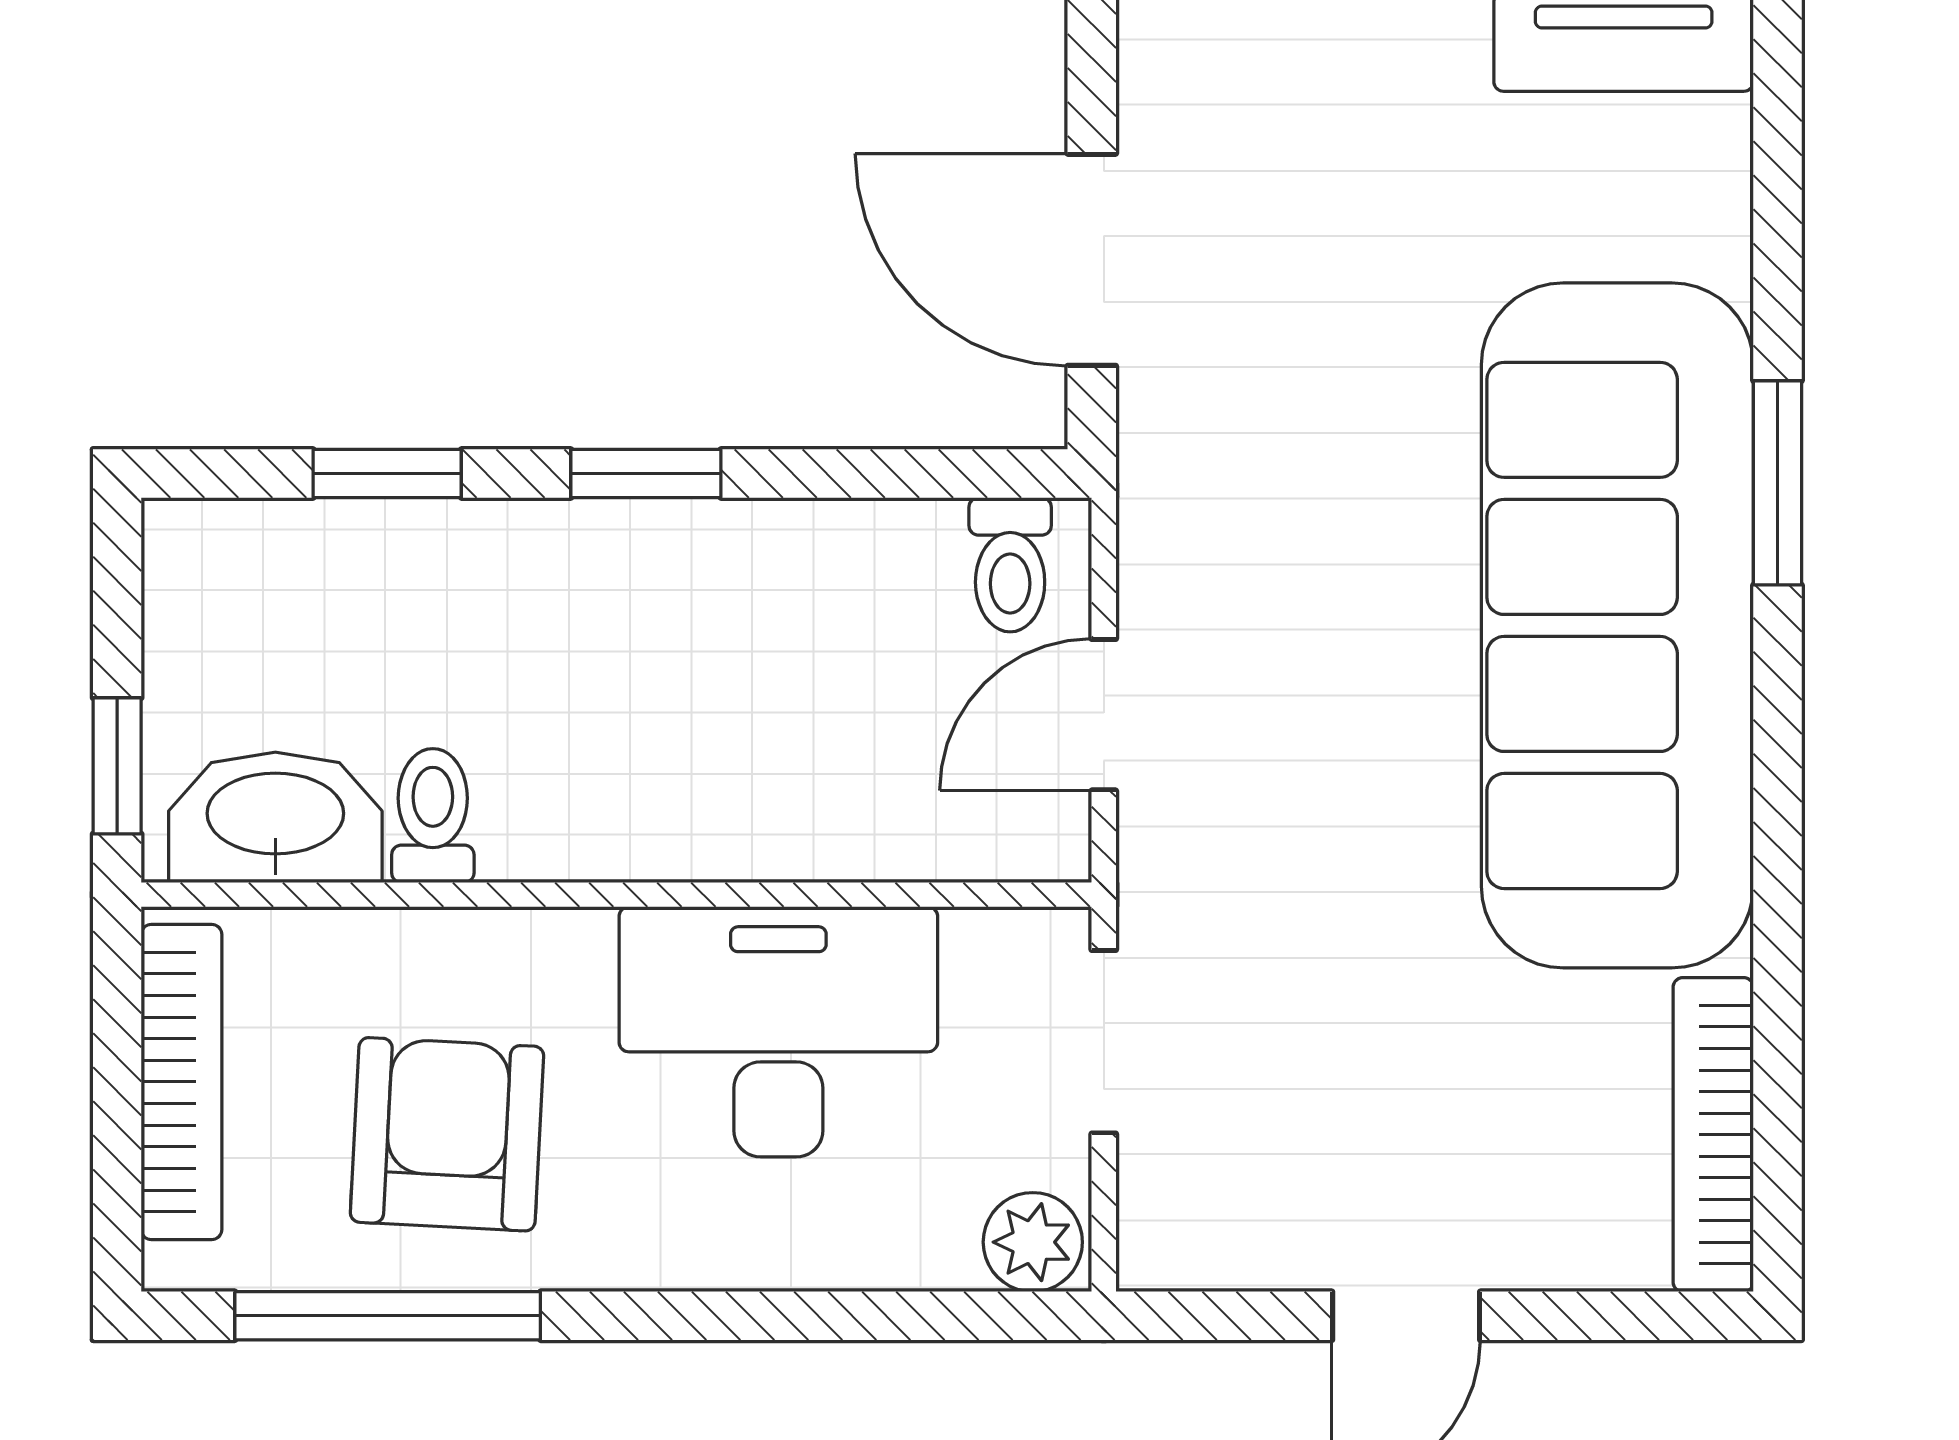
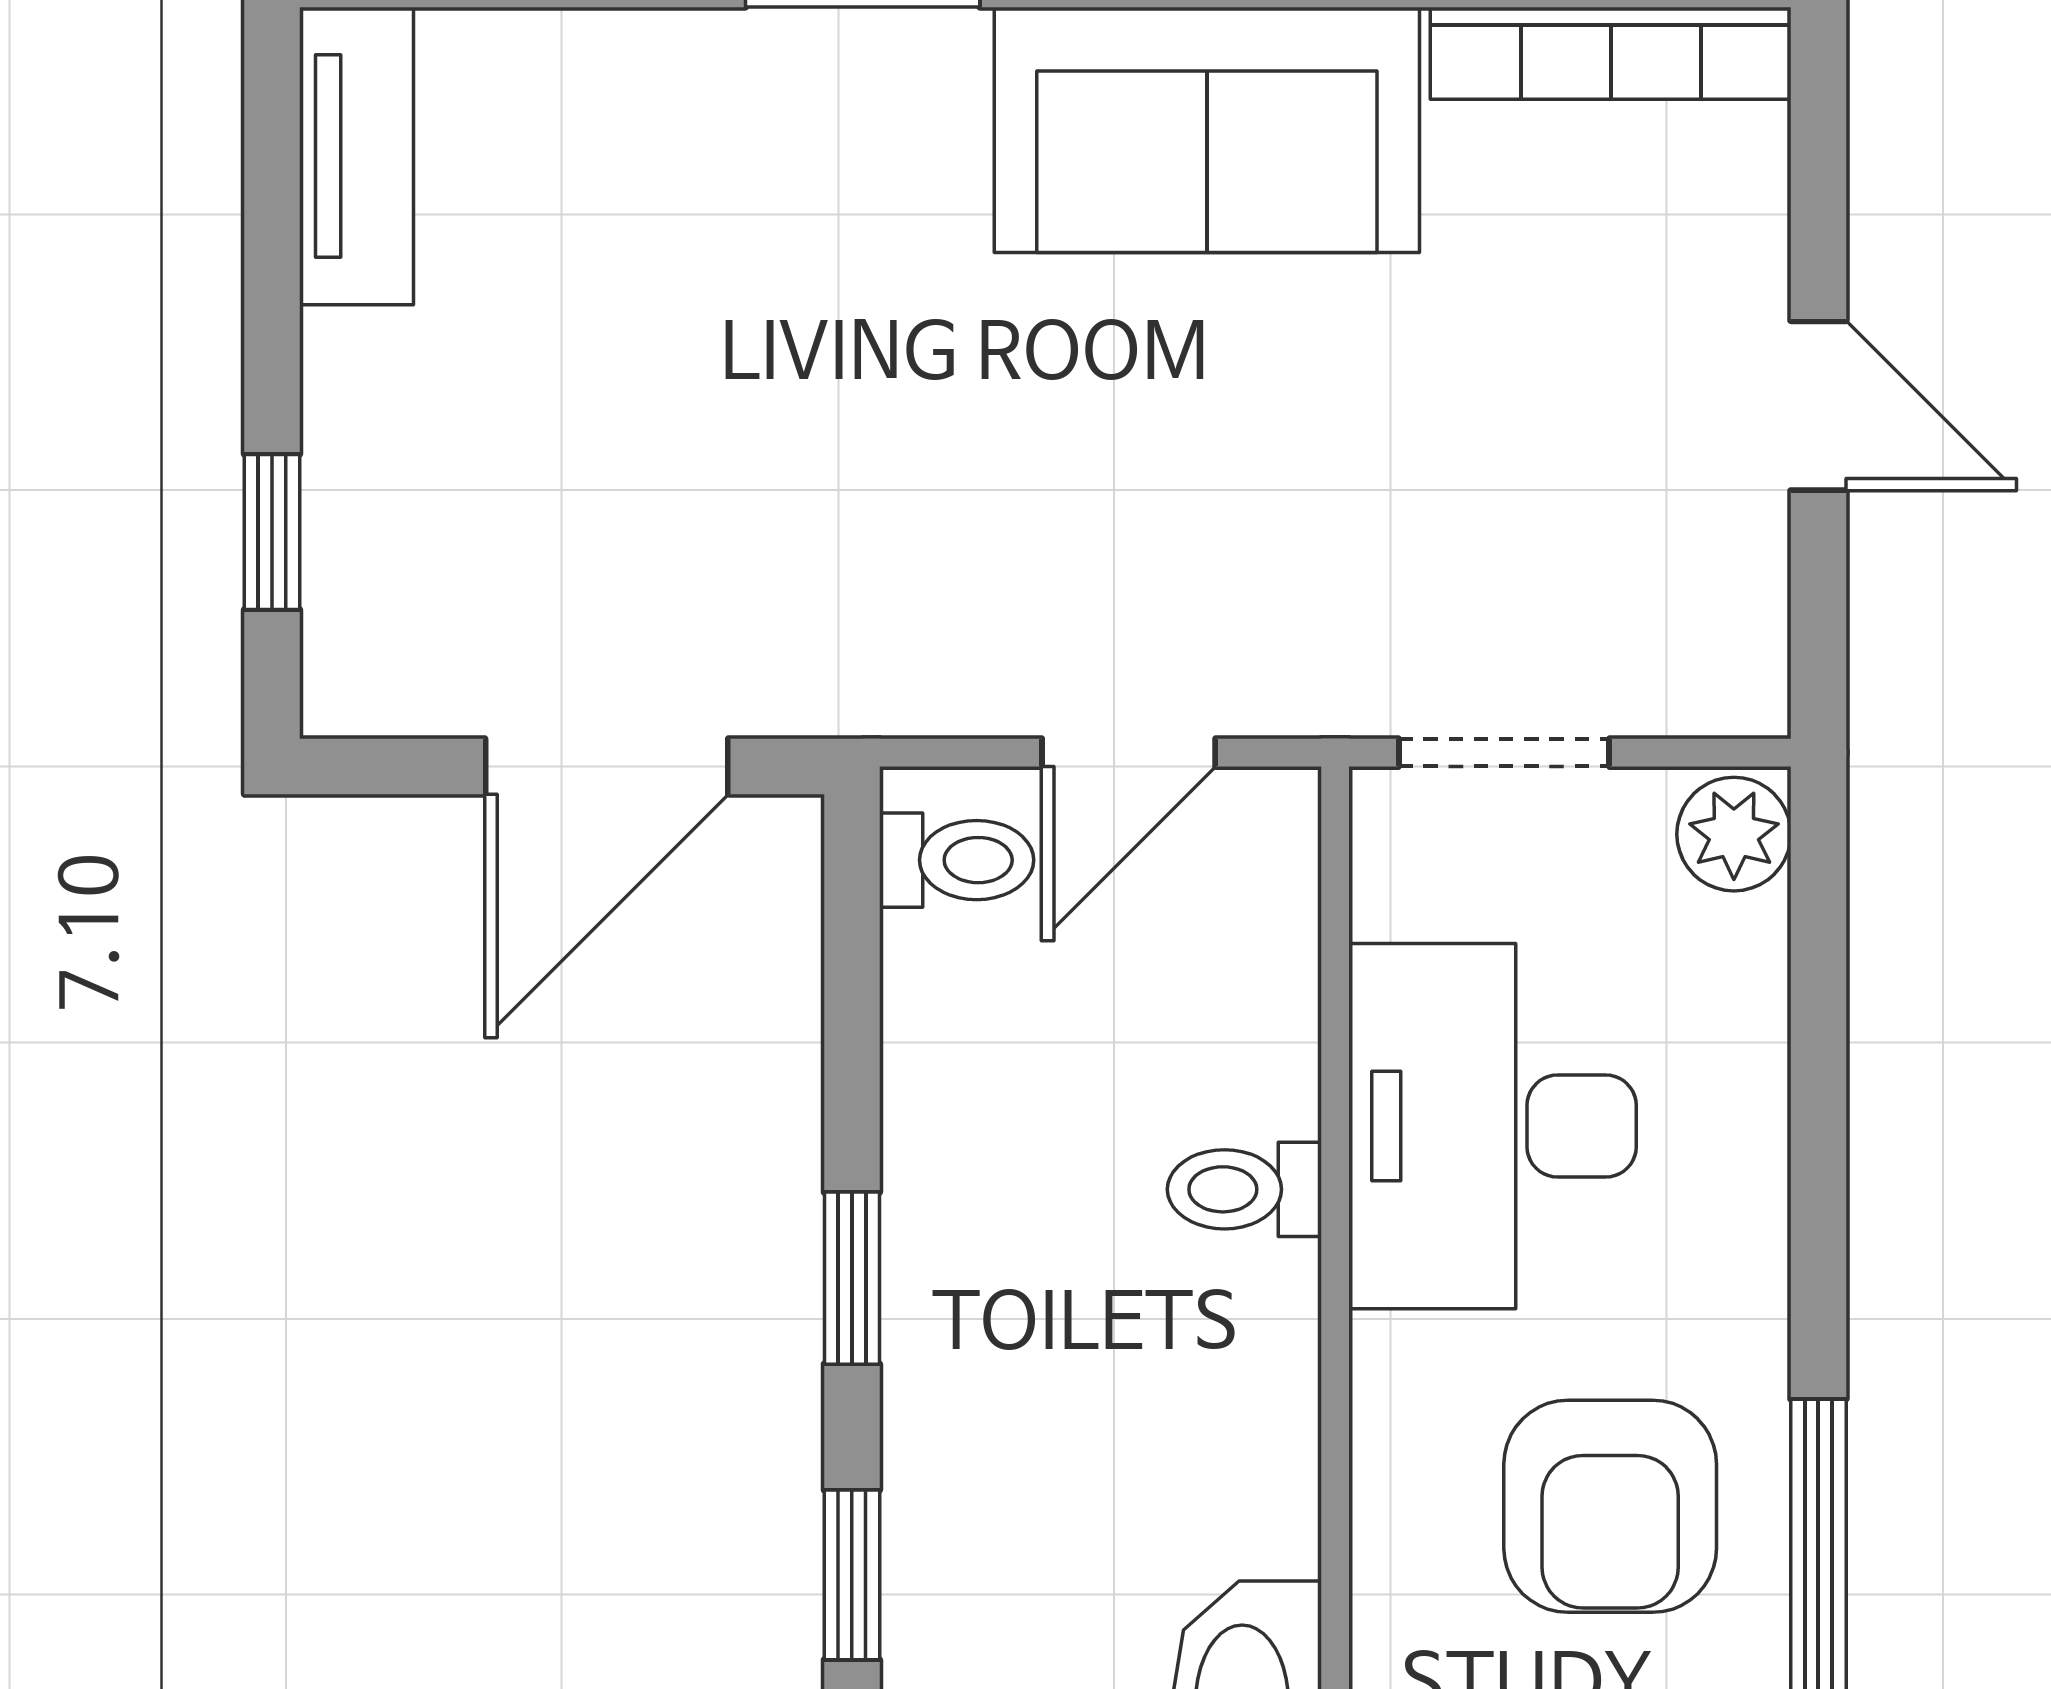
sofa: (1617, 625) -> (1207, 130), width x0.54, depth x0.79
door: (1104, 715) -> (1129, 753), hinge flipped
toilet: (433, 816) -> (1244, 1189), moved
armchair: (447, 1134) -> (1610, 1506), turned -93

